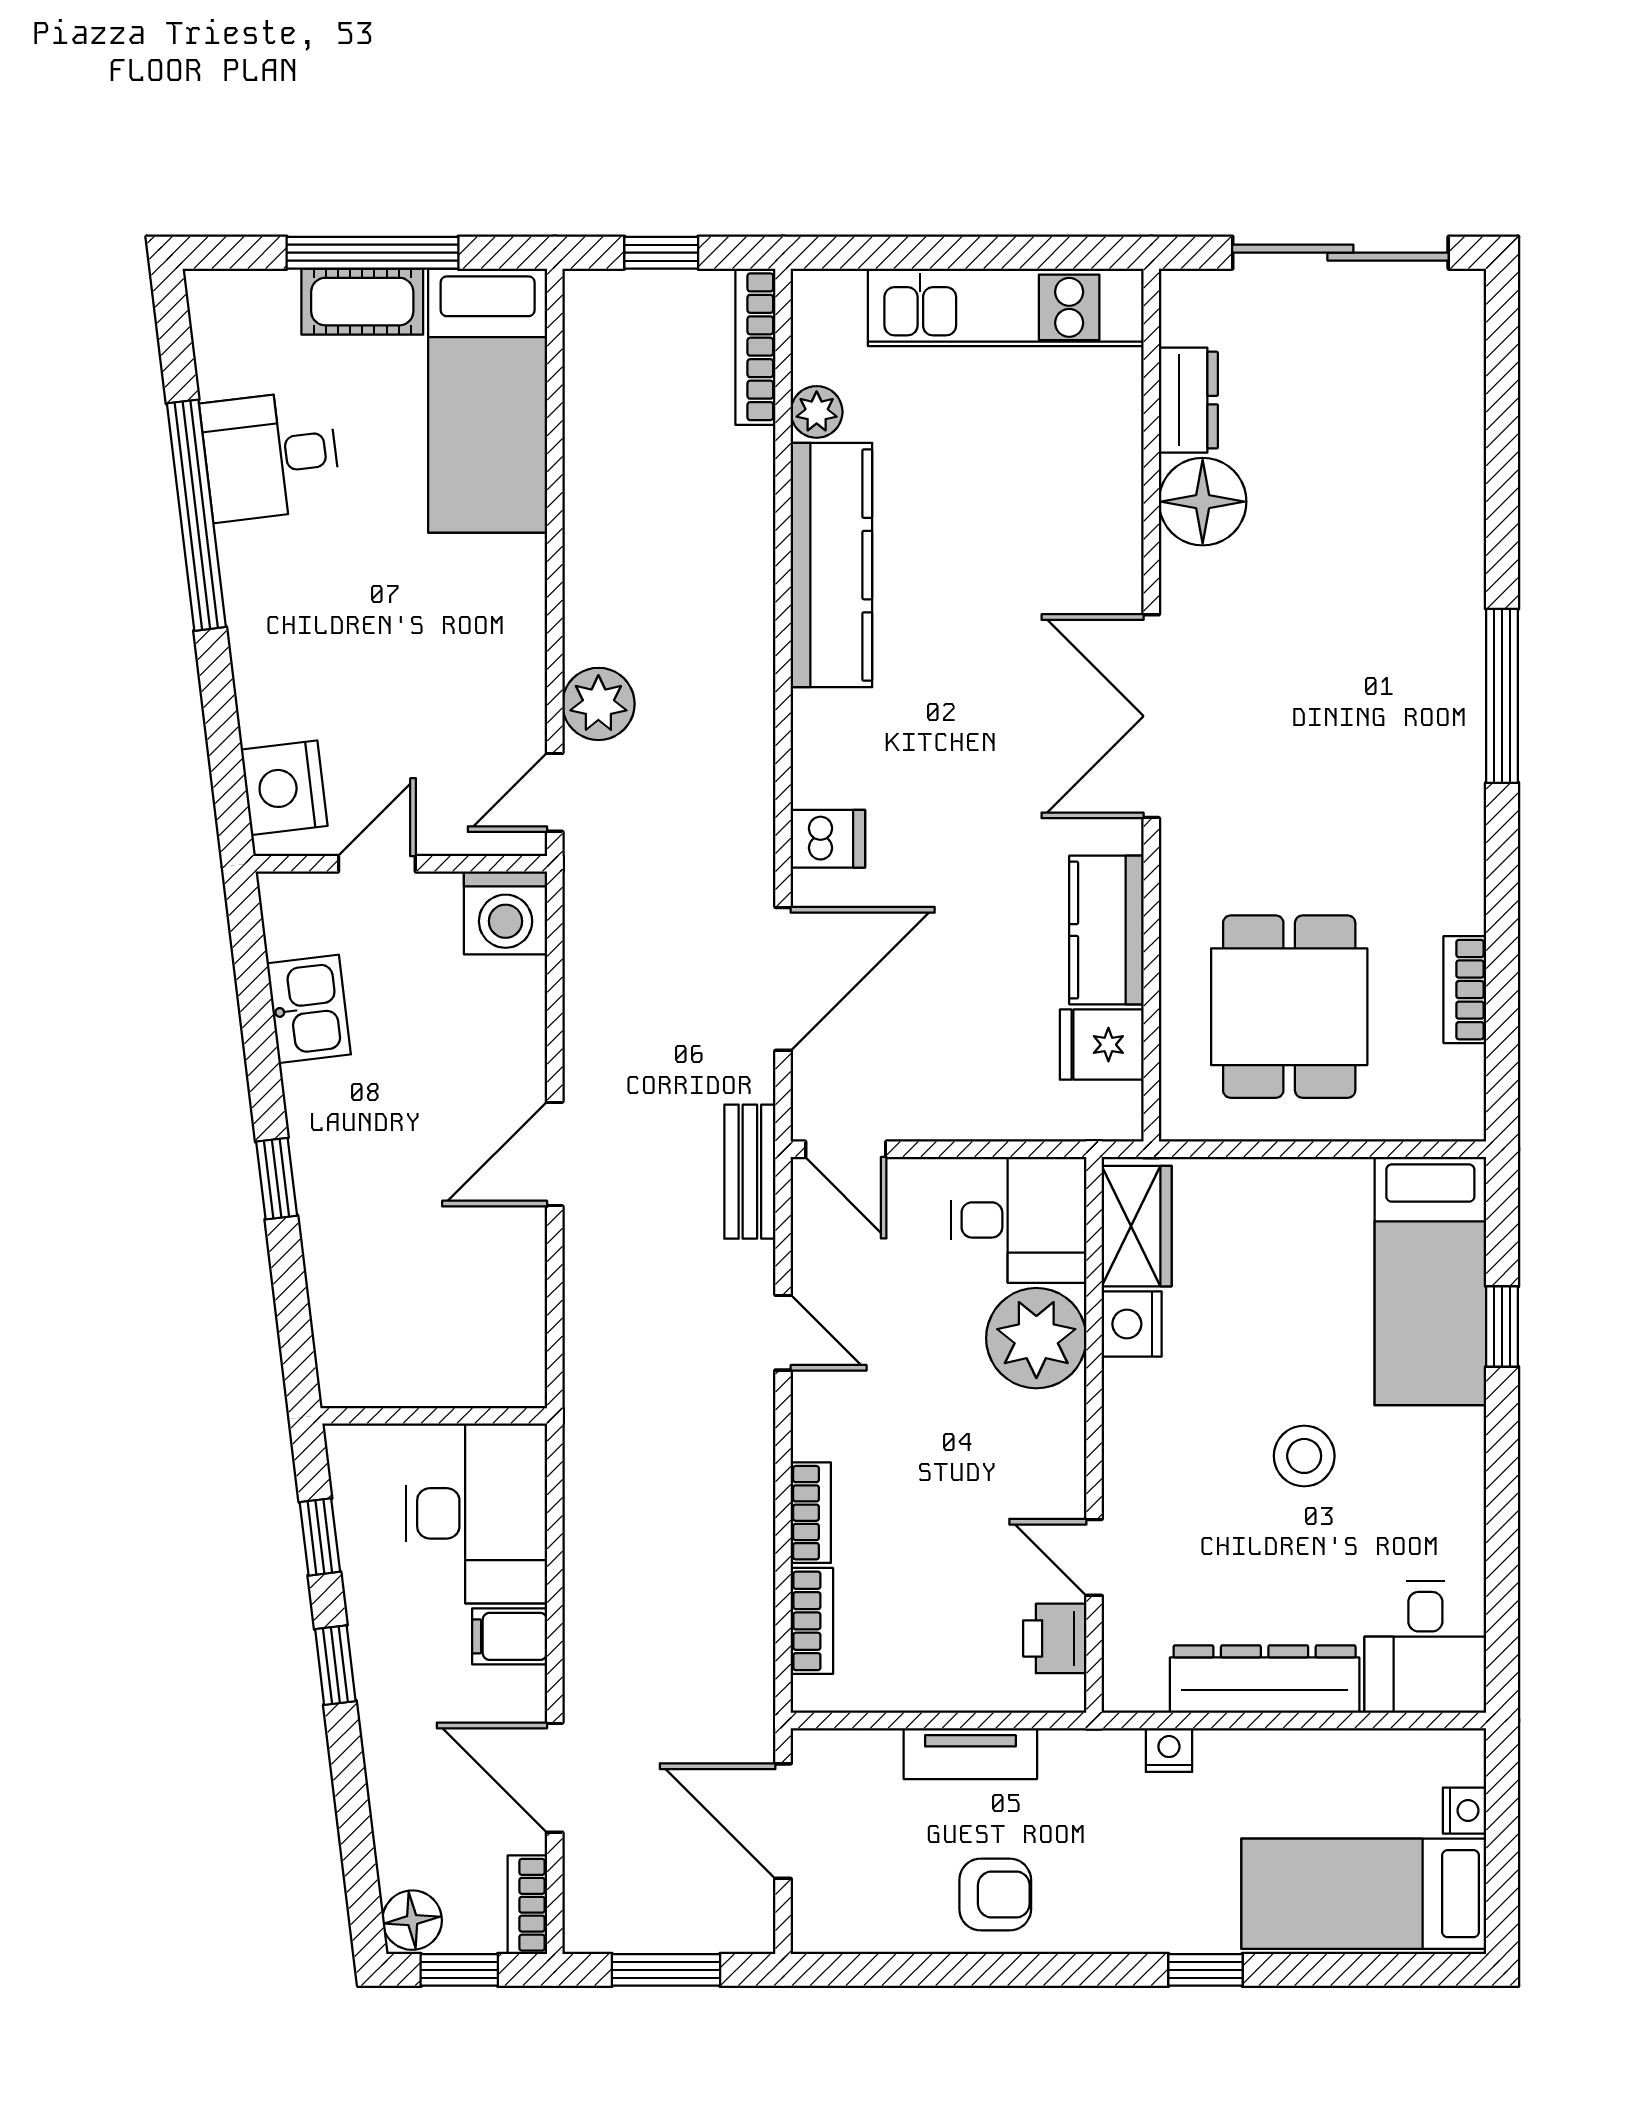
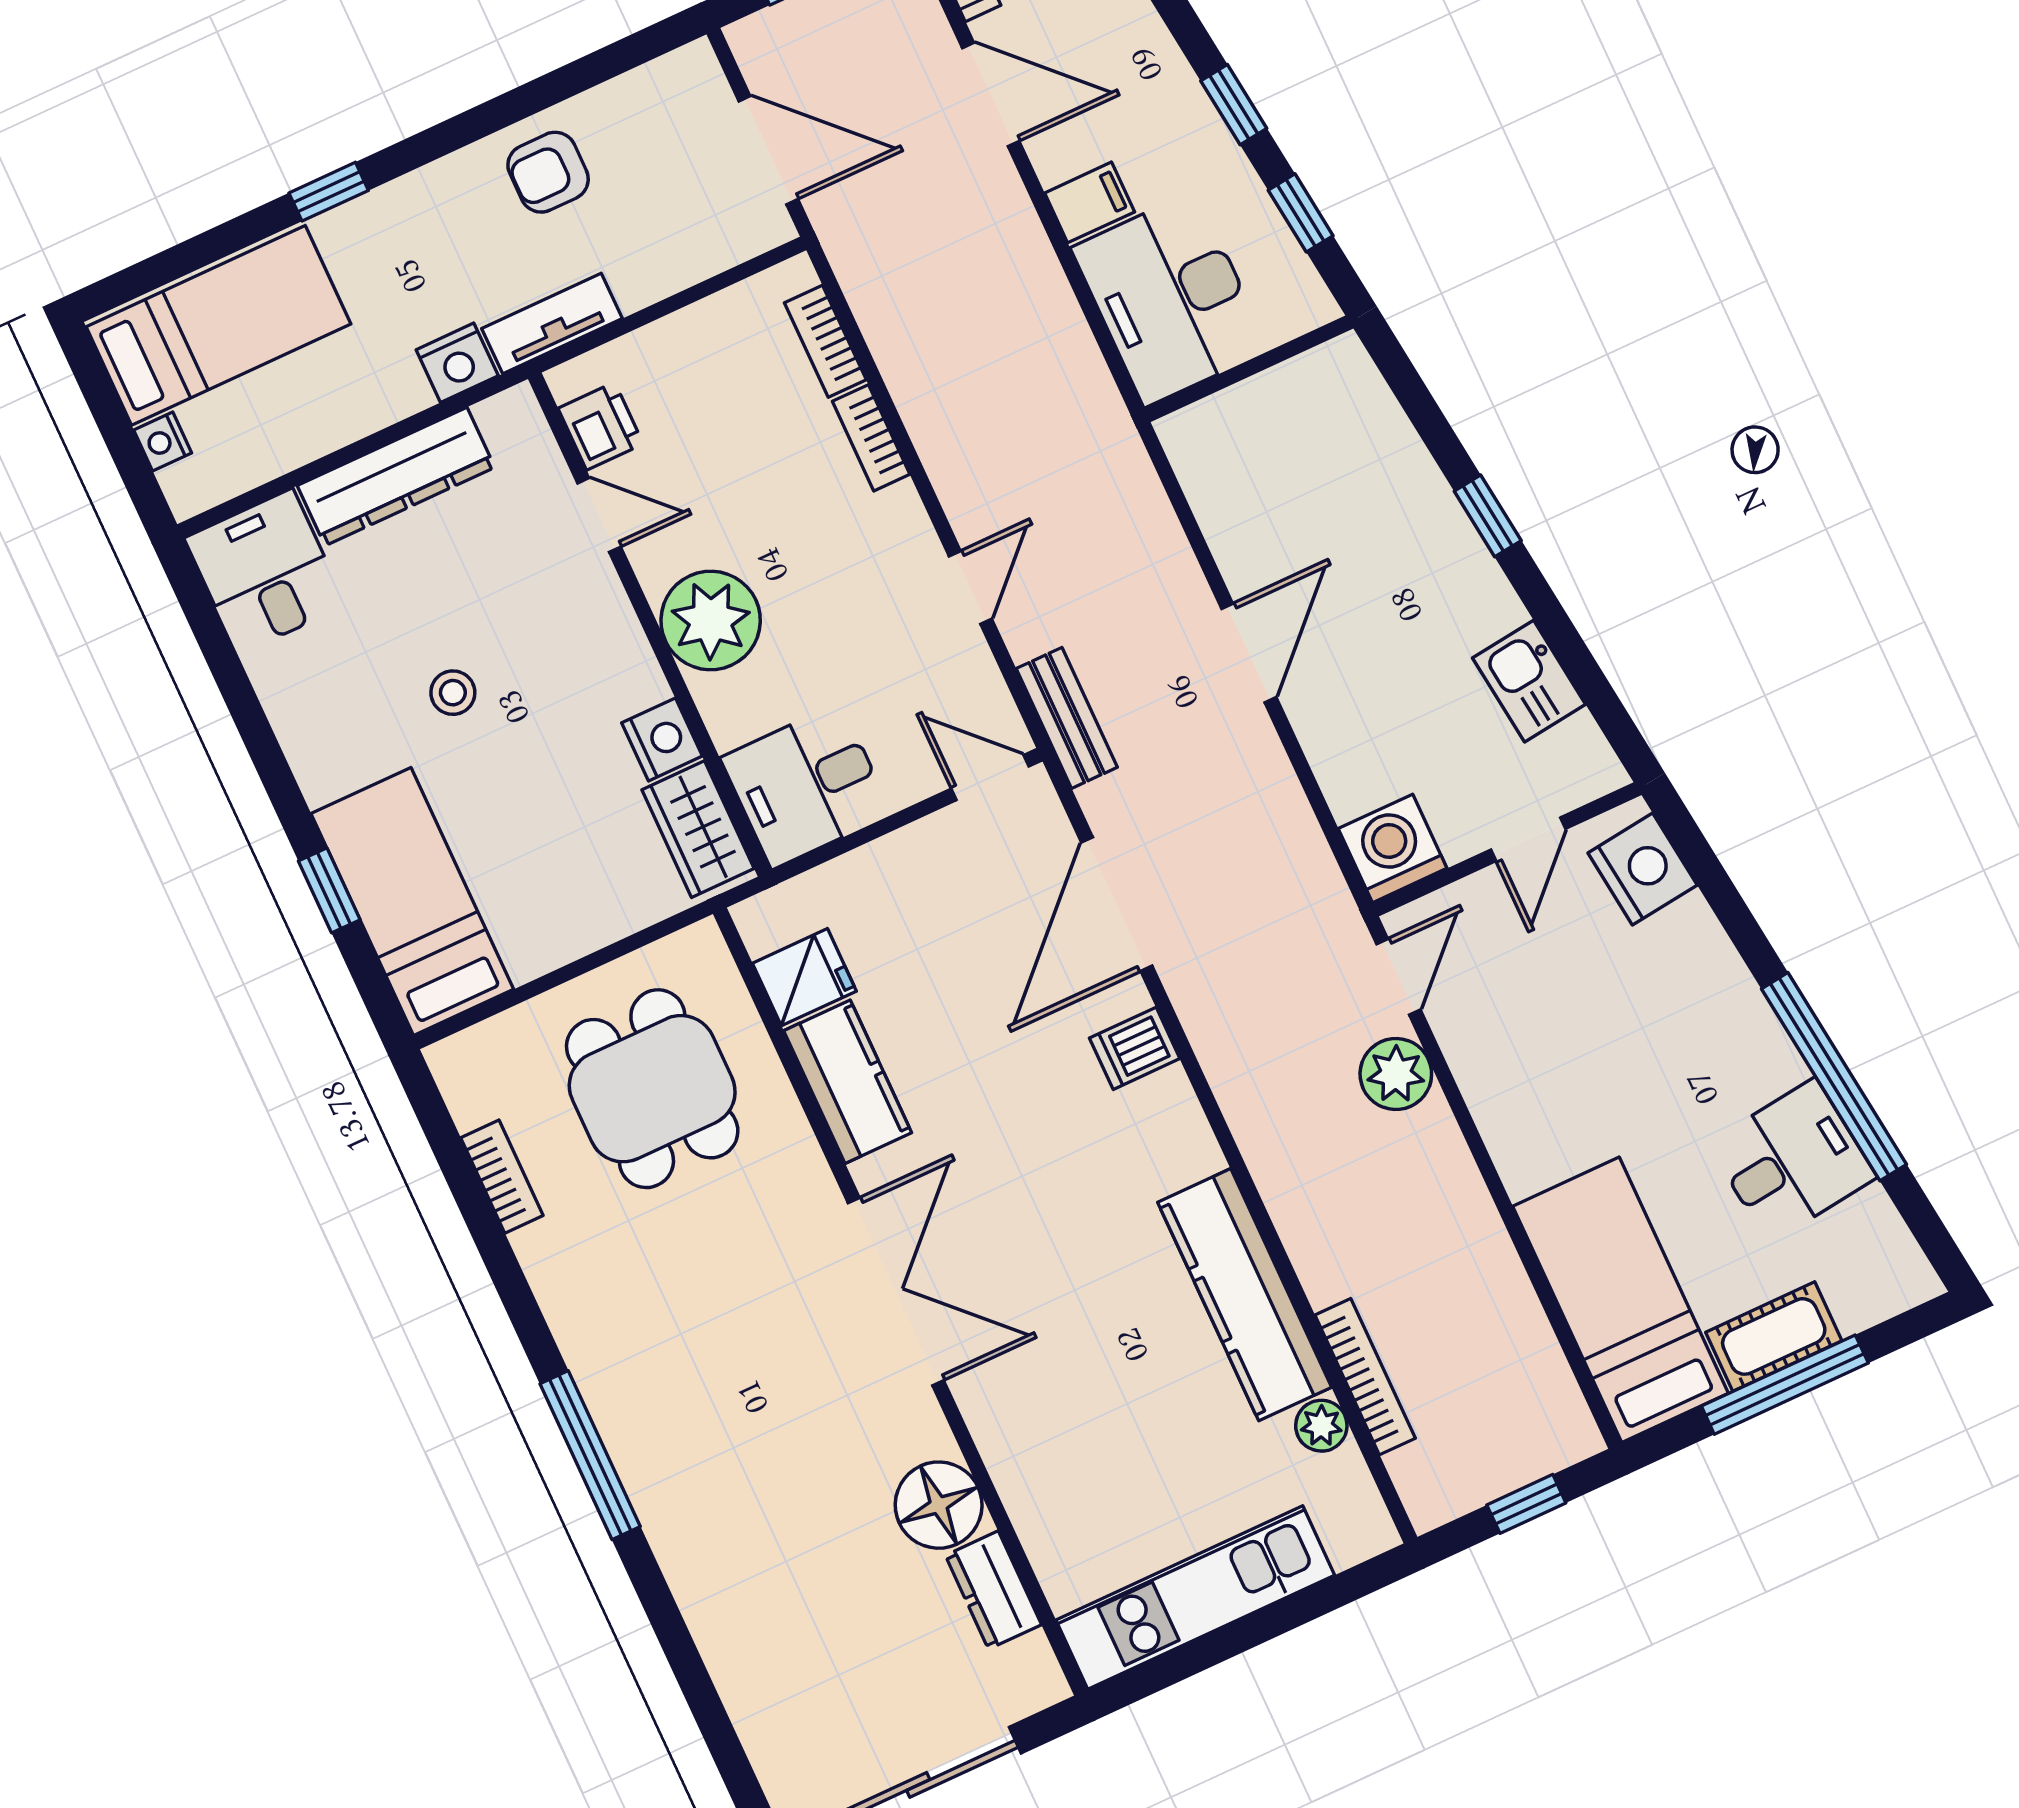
bookcase: (755, 347) -> (1365, 1377), moved
door: (783, 1333) -> (970, 587), swing flipped
plant: (1036, 1338) -> (711, 620), moved
stool: (1304, 1456) -> (453, 693), width x0.73, depth x0.73
nightstand: (1169, 1750) -> (457, 363), width x1.39, depth x1.35
tv unit: (970, 1754) -> (552, 323), moved

